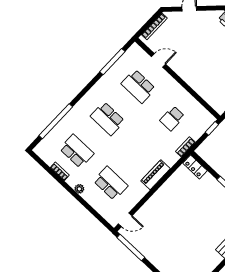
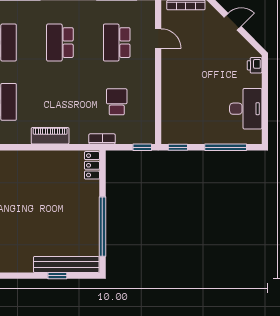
school desk: (172, 118) -> (117, 102), turned 90

